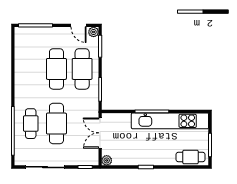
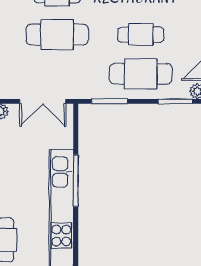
cafe table: (56, 69) -> (141, 35), width x0.73, depth x0.74
double door: (100, 133) -> (43, 101), swing flipped

